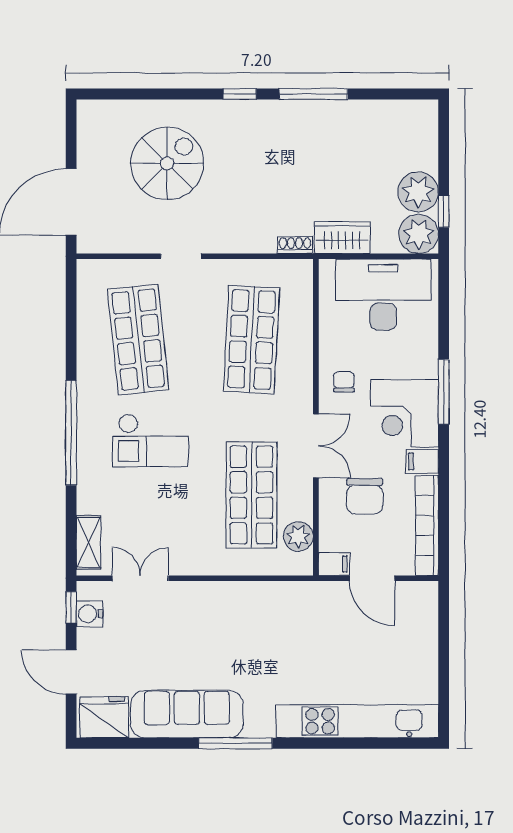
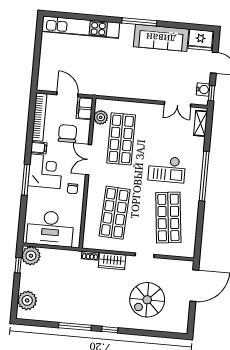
plant: (418, 192) -> (27, 300), moved
wardrobe: (342, 238) -> (112, 261), moved
checkout: (150, 440) -> (167, 169), turned 180
filing cabinet: (334, 564) -> (84, 108), width x2.00

